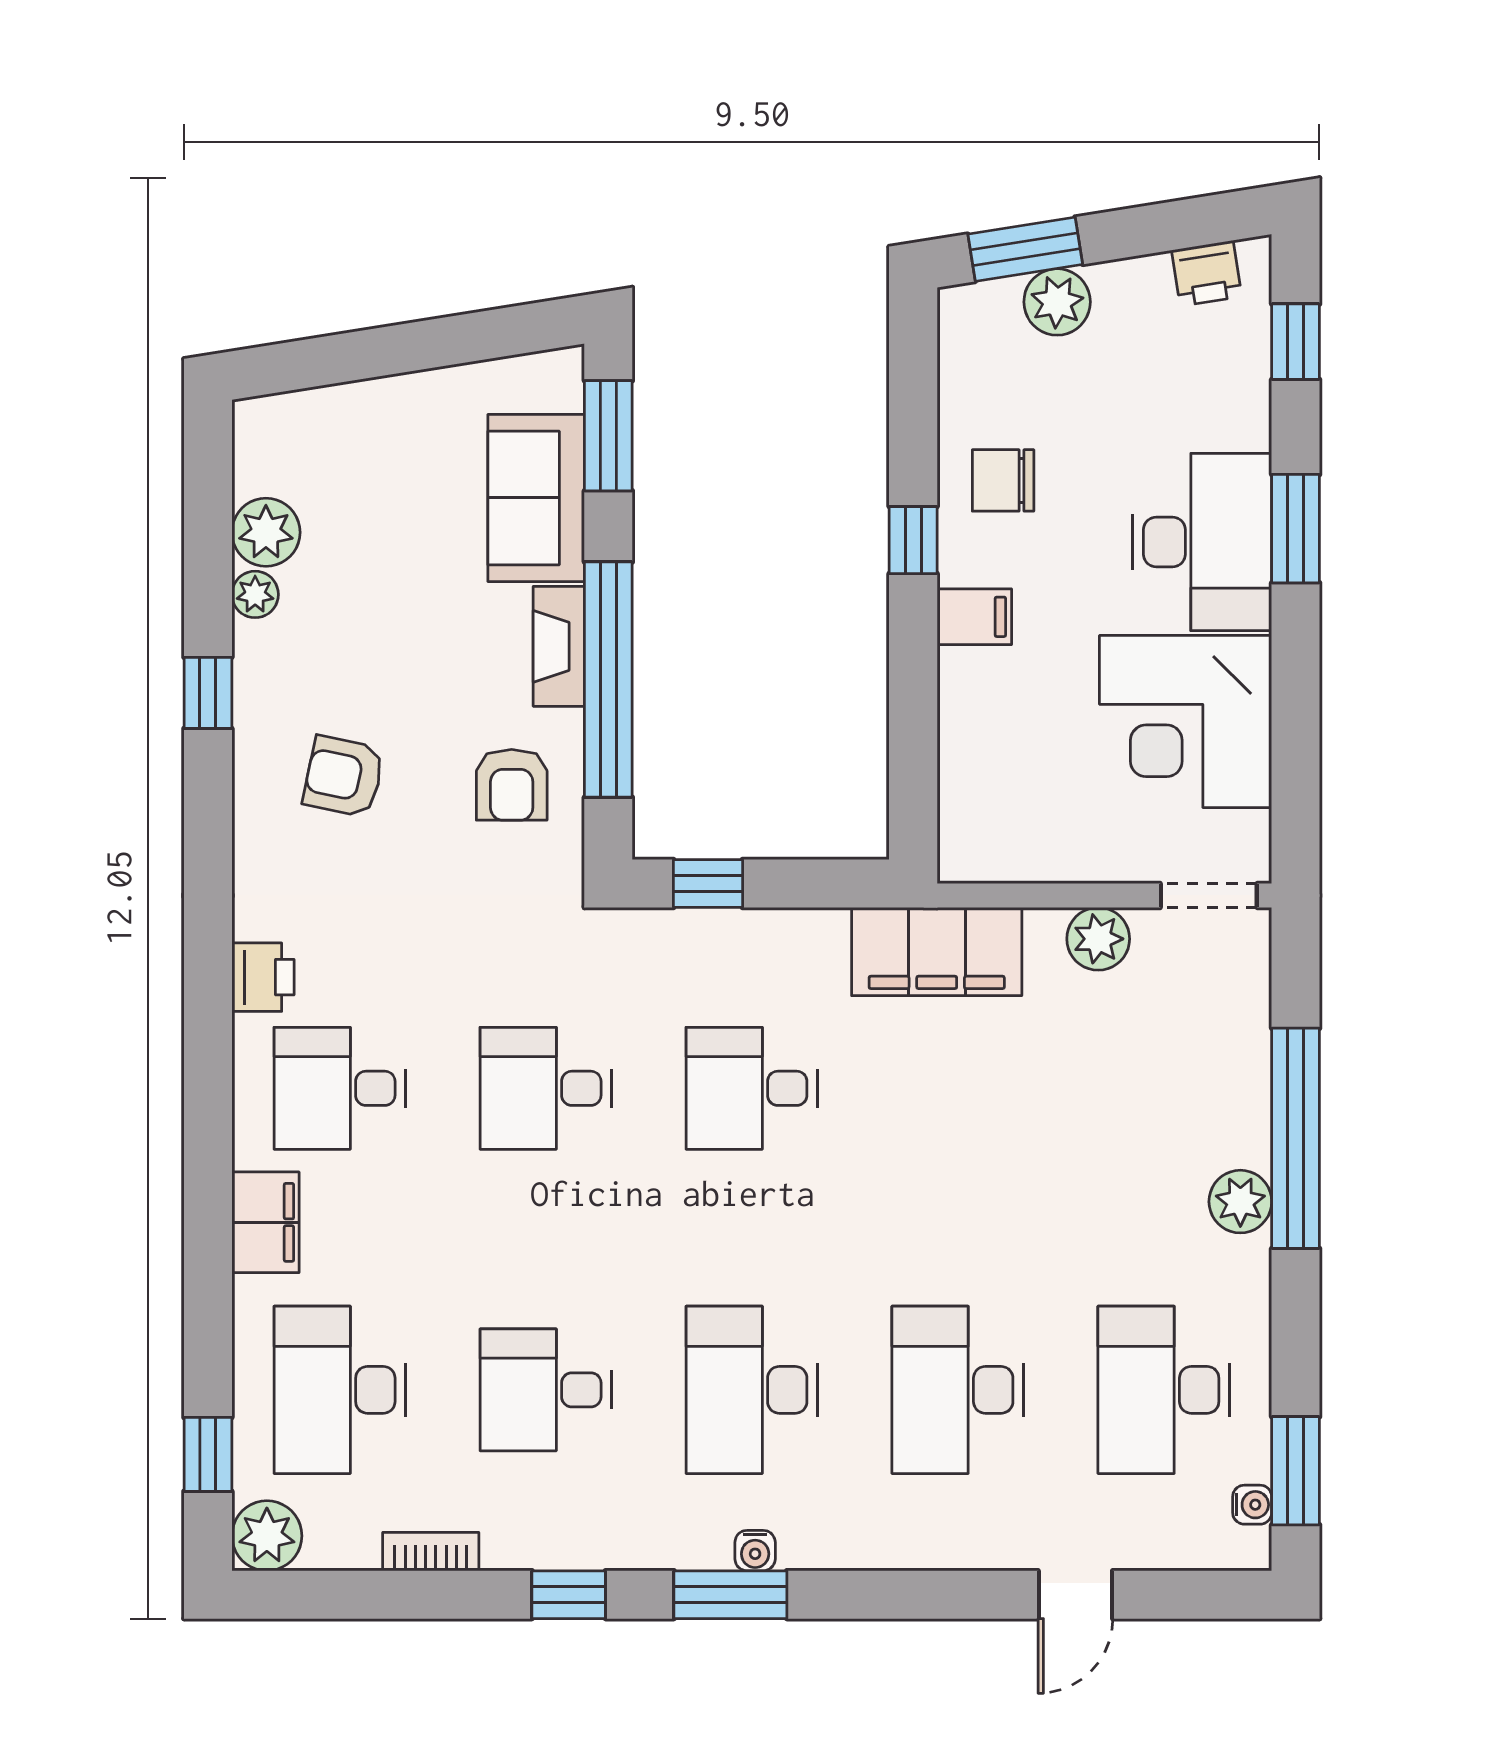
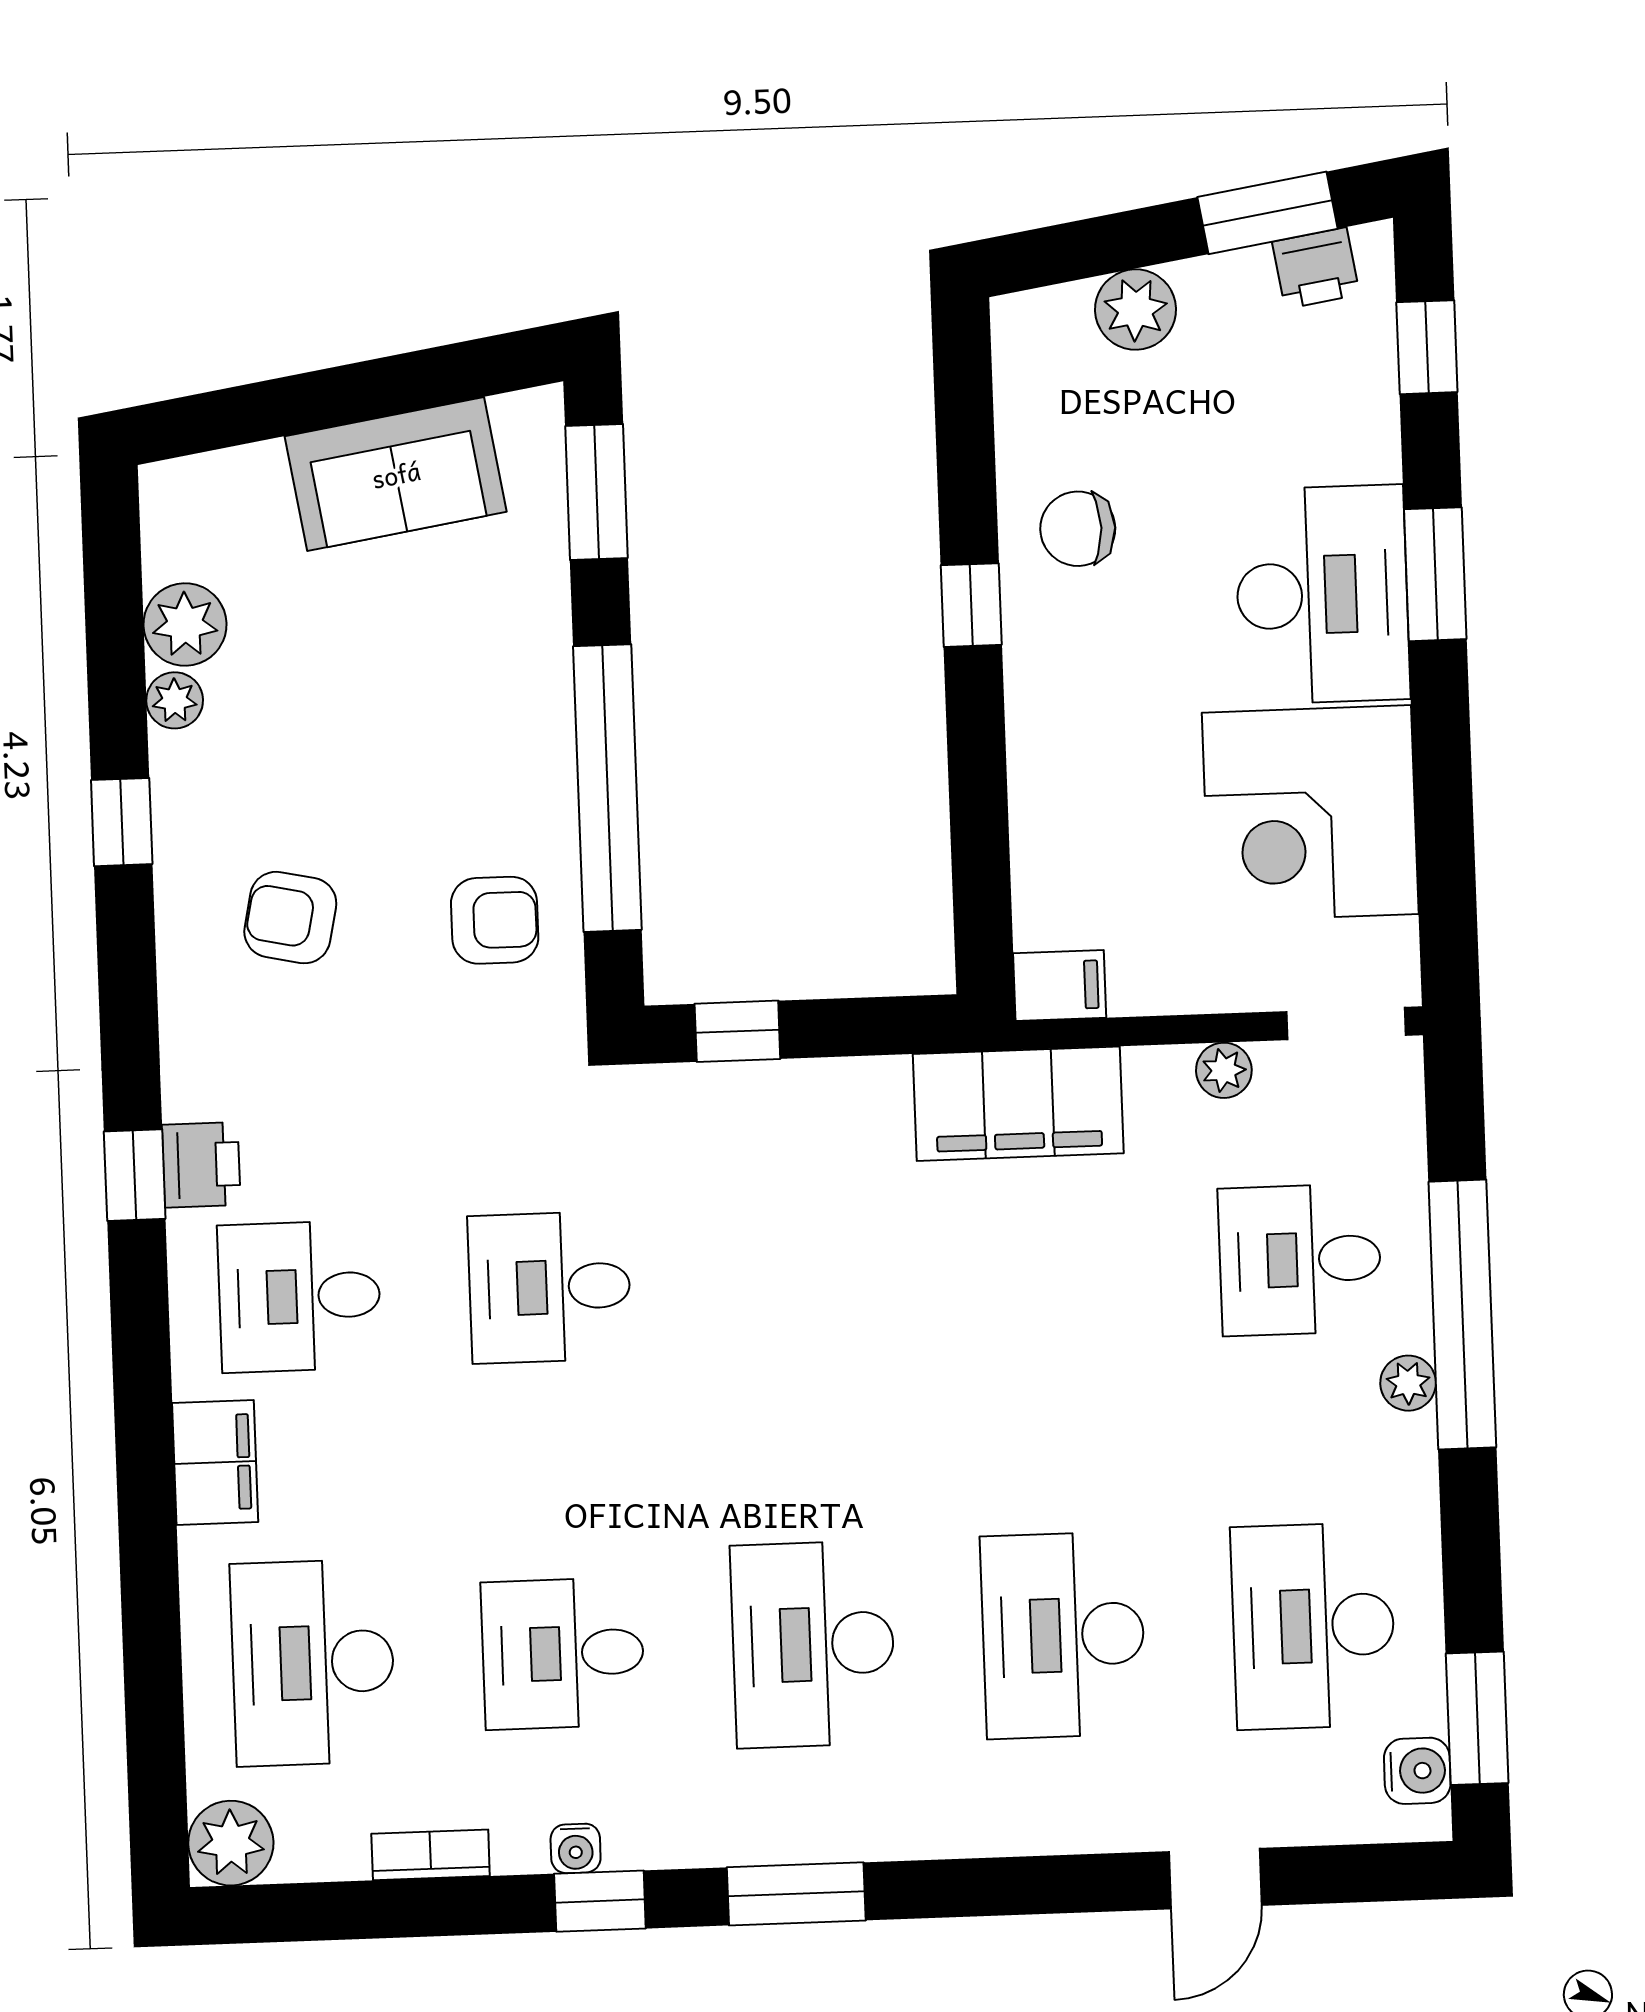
window: (1025, 249) -> (1267, 213), moved
sofa: (536, 498) -> (396, 474), moved, turned -99
filing cabinet: (974, 617) -> (1060, 985), moved
fireplace: (559, 646) -> (546, 750), removed
armchair: (512, 785) -> (495, 920), turned -90
plant: (1098, 939) -> (1224, 1070), width x0.73, depth x0.73
desk: (752, 1088) -> (1300, 1260), moved
plant: (1240, 1202) -> (1408, 1383), width x0.73, depth x0.73
window: (208, 1454) -> (135, 1175), moved
water cooler: (1252, 1505) -> (1417, 1771), width x1.38, depth x1.38
water cooler: (755, 1551) -> (576, 1848), moved

